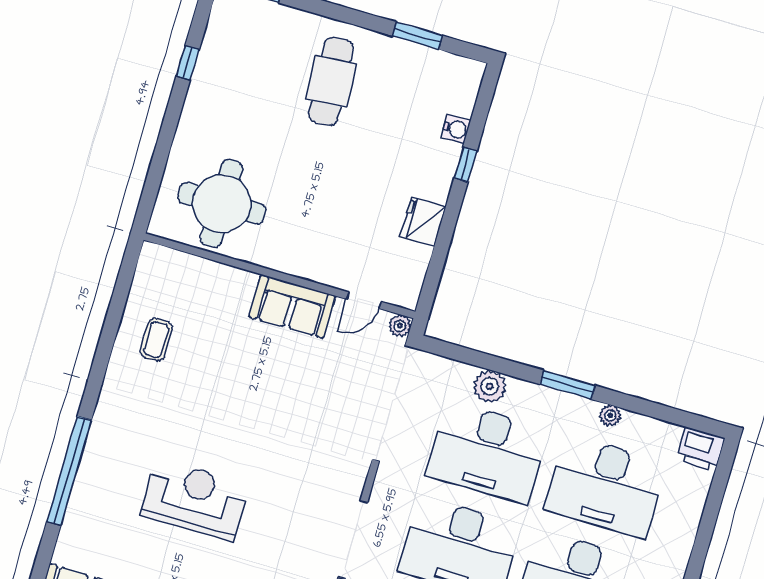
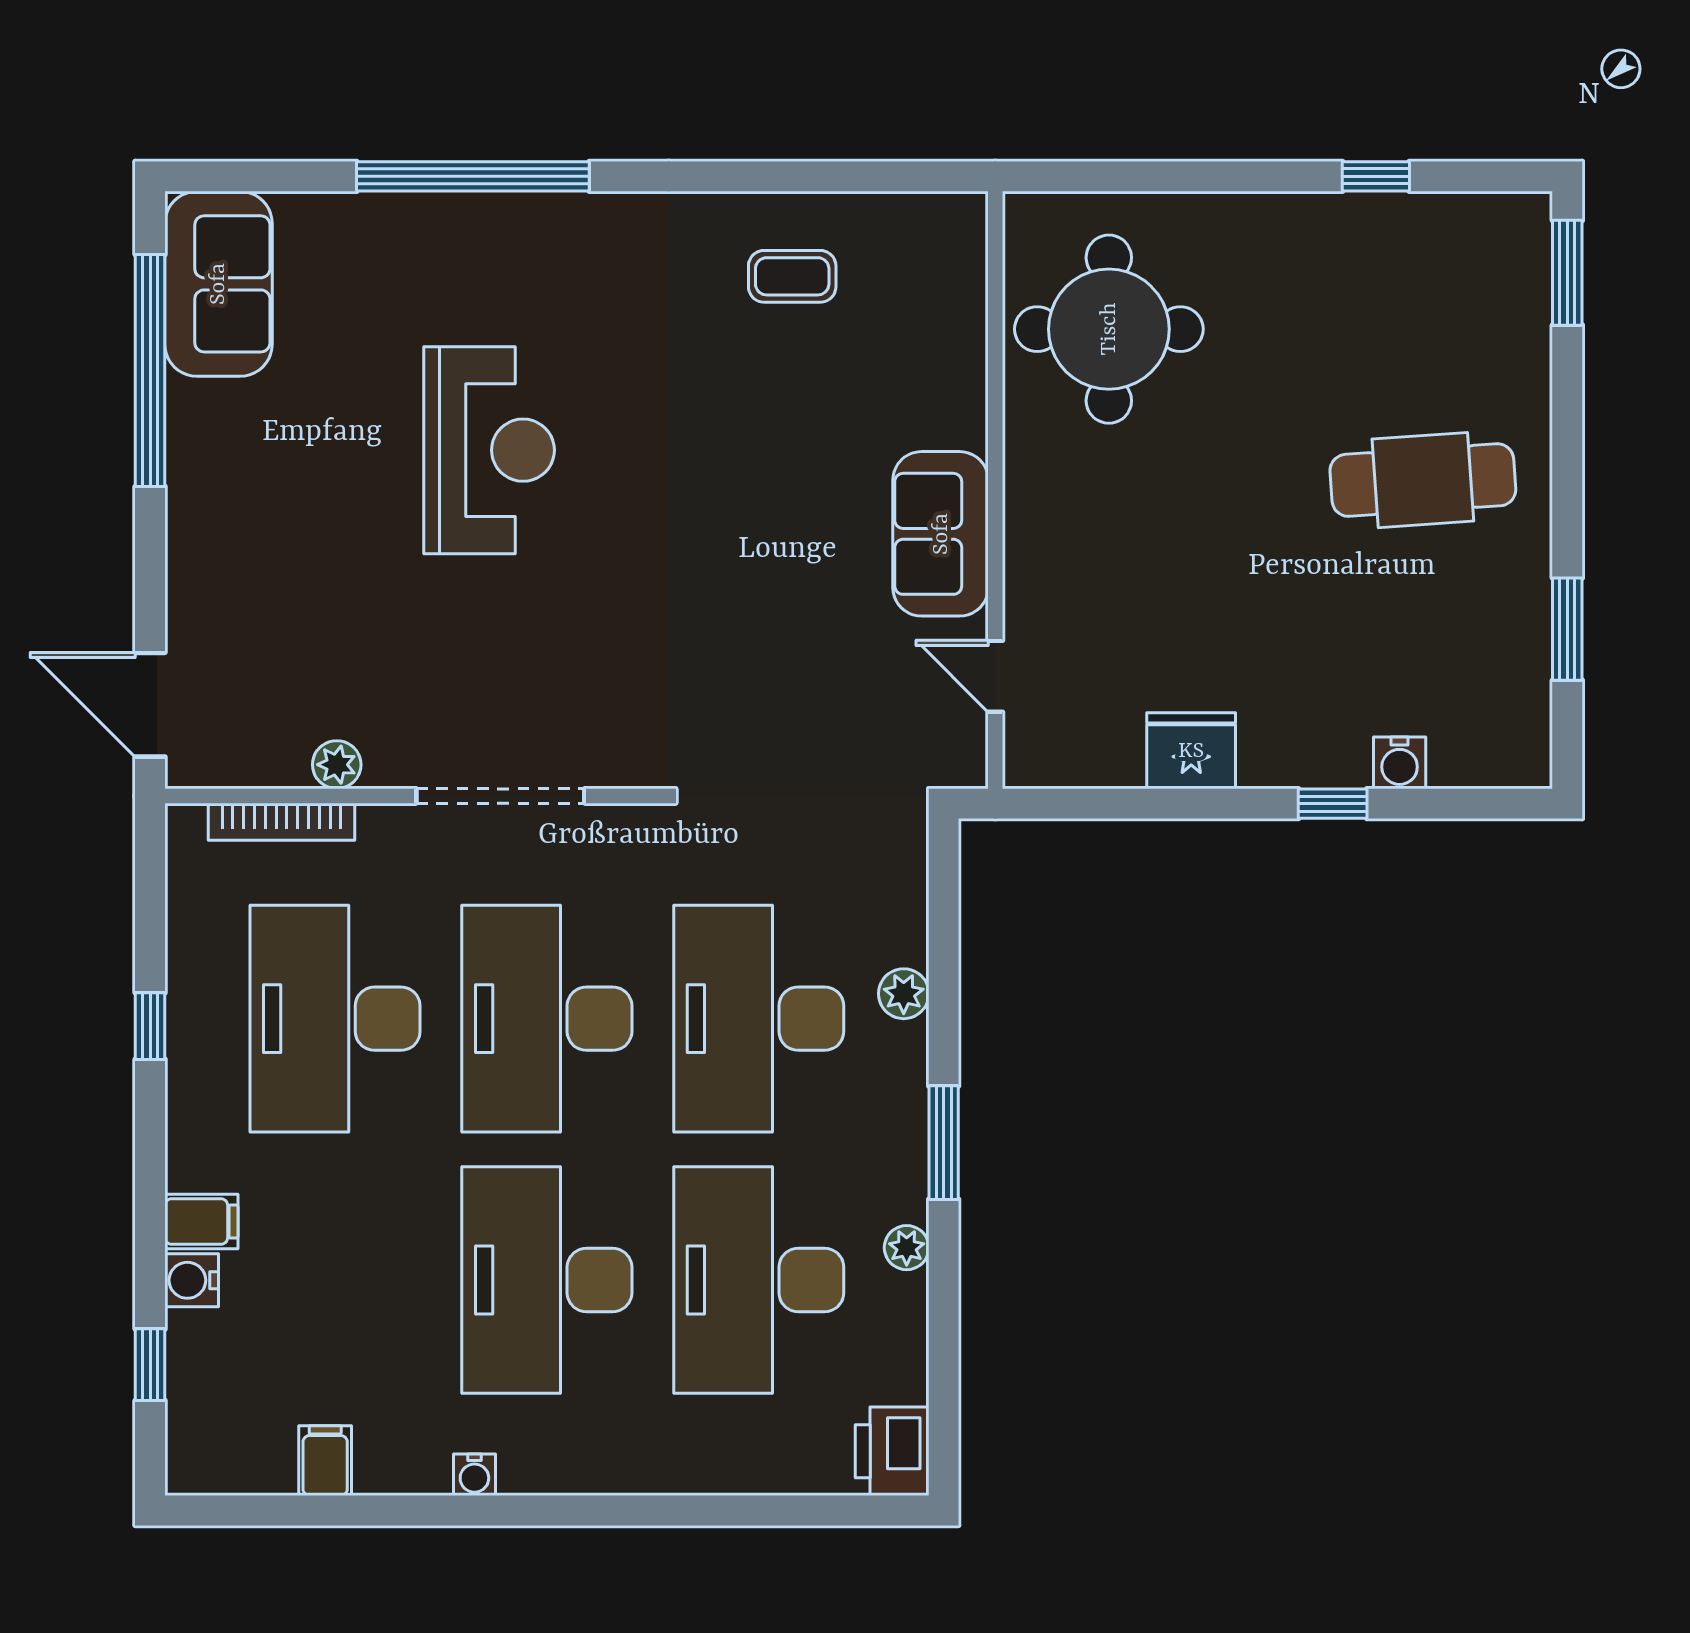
plant: (400, 326) -> (965, 765), removed
plant: (490, 386) -> (904, 994), width x0.73, depth x0.73

